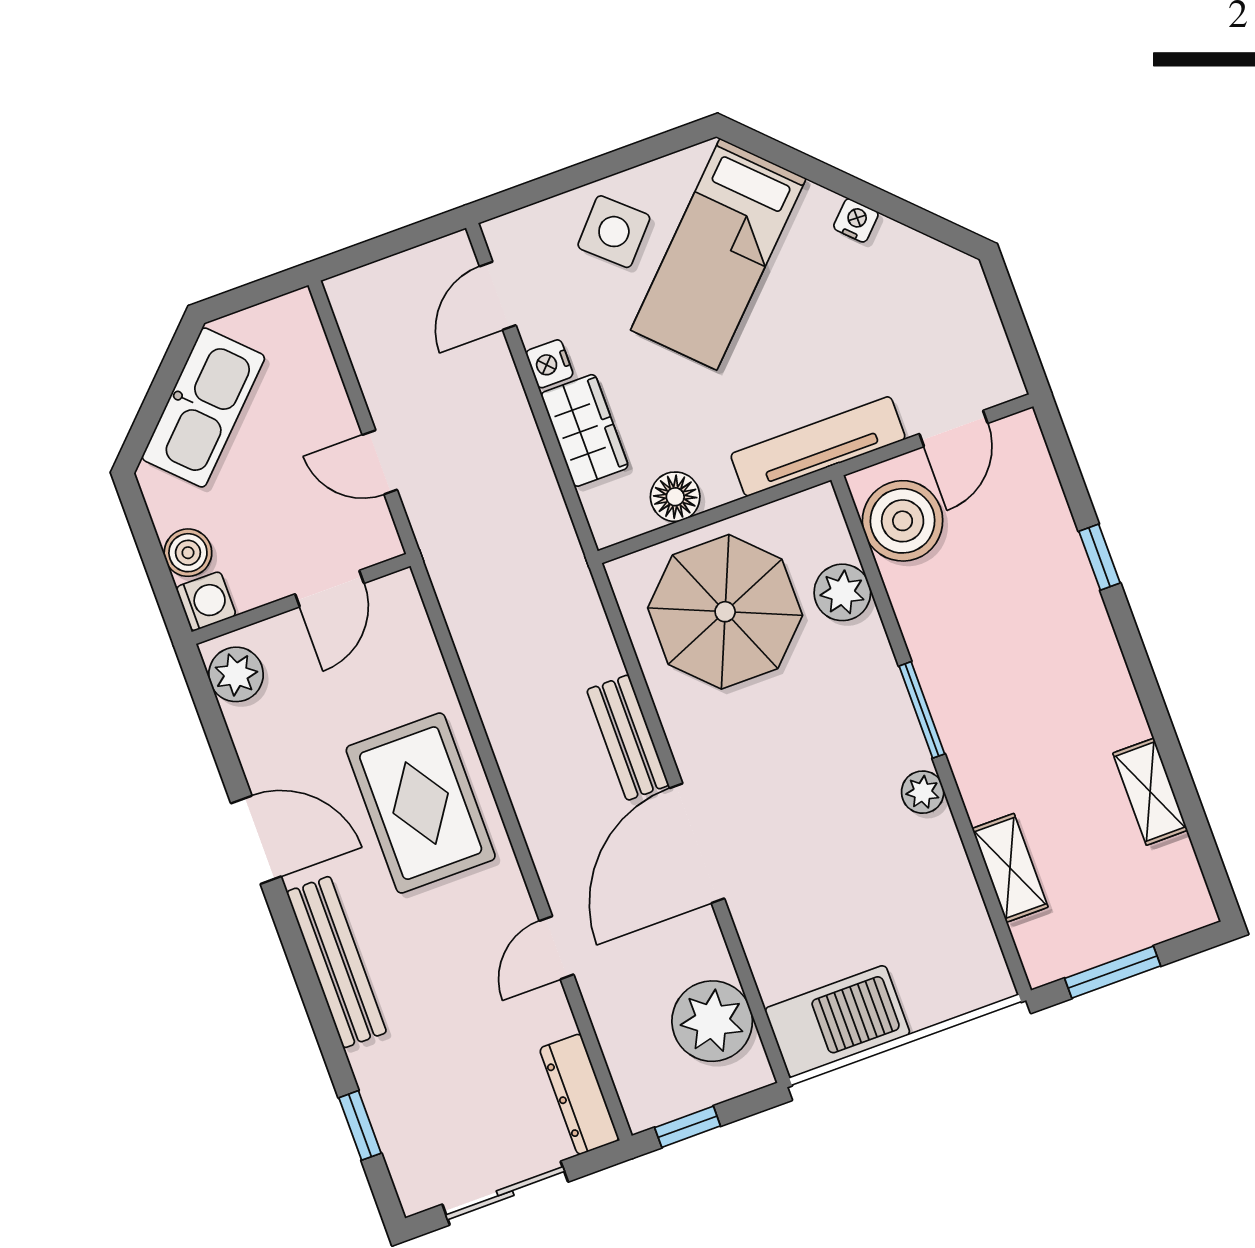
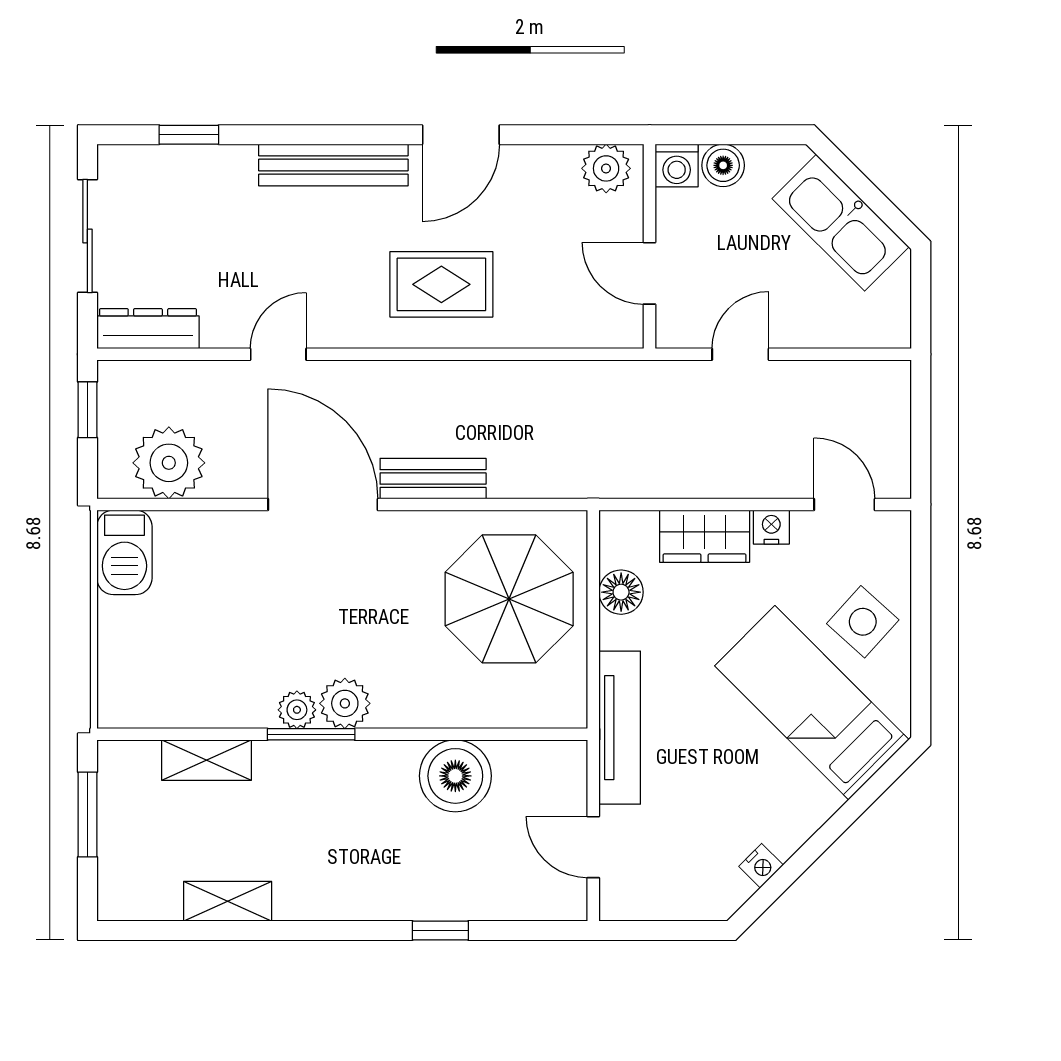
nightstand: (856, 220) -> (761, 866), moved
boiler: (903, 521) -> (455, 776), moved
plant: (842, 592) -> (345, 703), moved
window: (922, 710) -> (311, 734), moved
rug: (421, 803) -> (441, 284), width x0.73, depth x0.70
door: (556, 948) -> (278, 354), hinge flipped
barbecue: (837, 1021) -> (124, 552), width x0.73, depth x0.83

